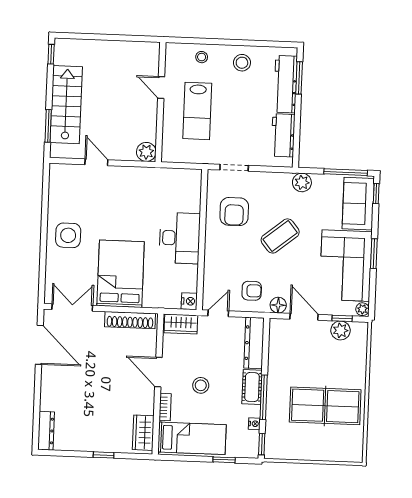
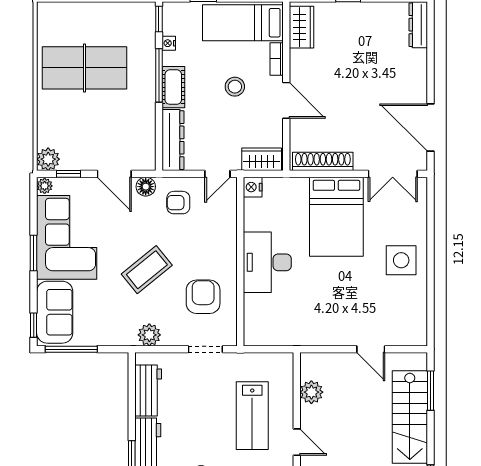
lab bench: (197, 111) -> (252, 416), turned 180
plant: (146, 152) -> (311, 392), moved
plant: (302, 182) -> (149, 335), moved
plant: (341, 330) -> (48, 159), moved

